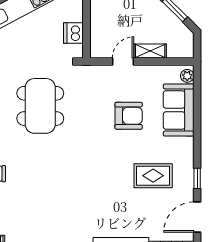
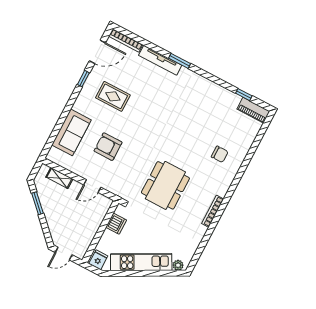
shelving: (150, 51) -> (59, 178), moved
plant: (187, 76) -> (53, 153), removed

